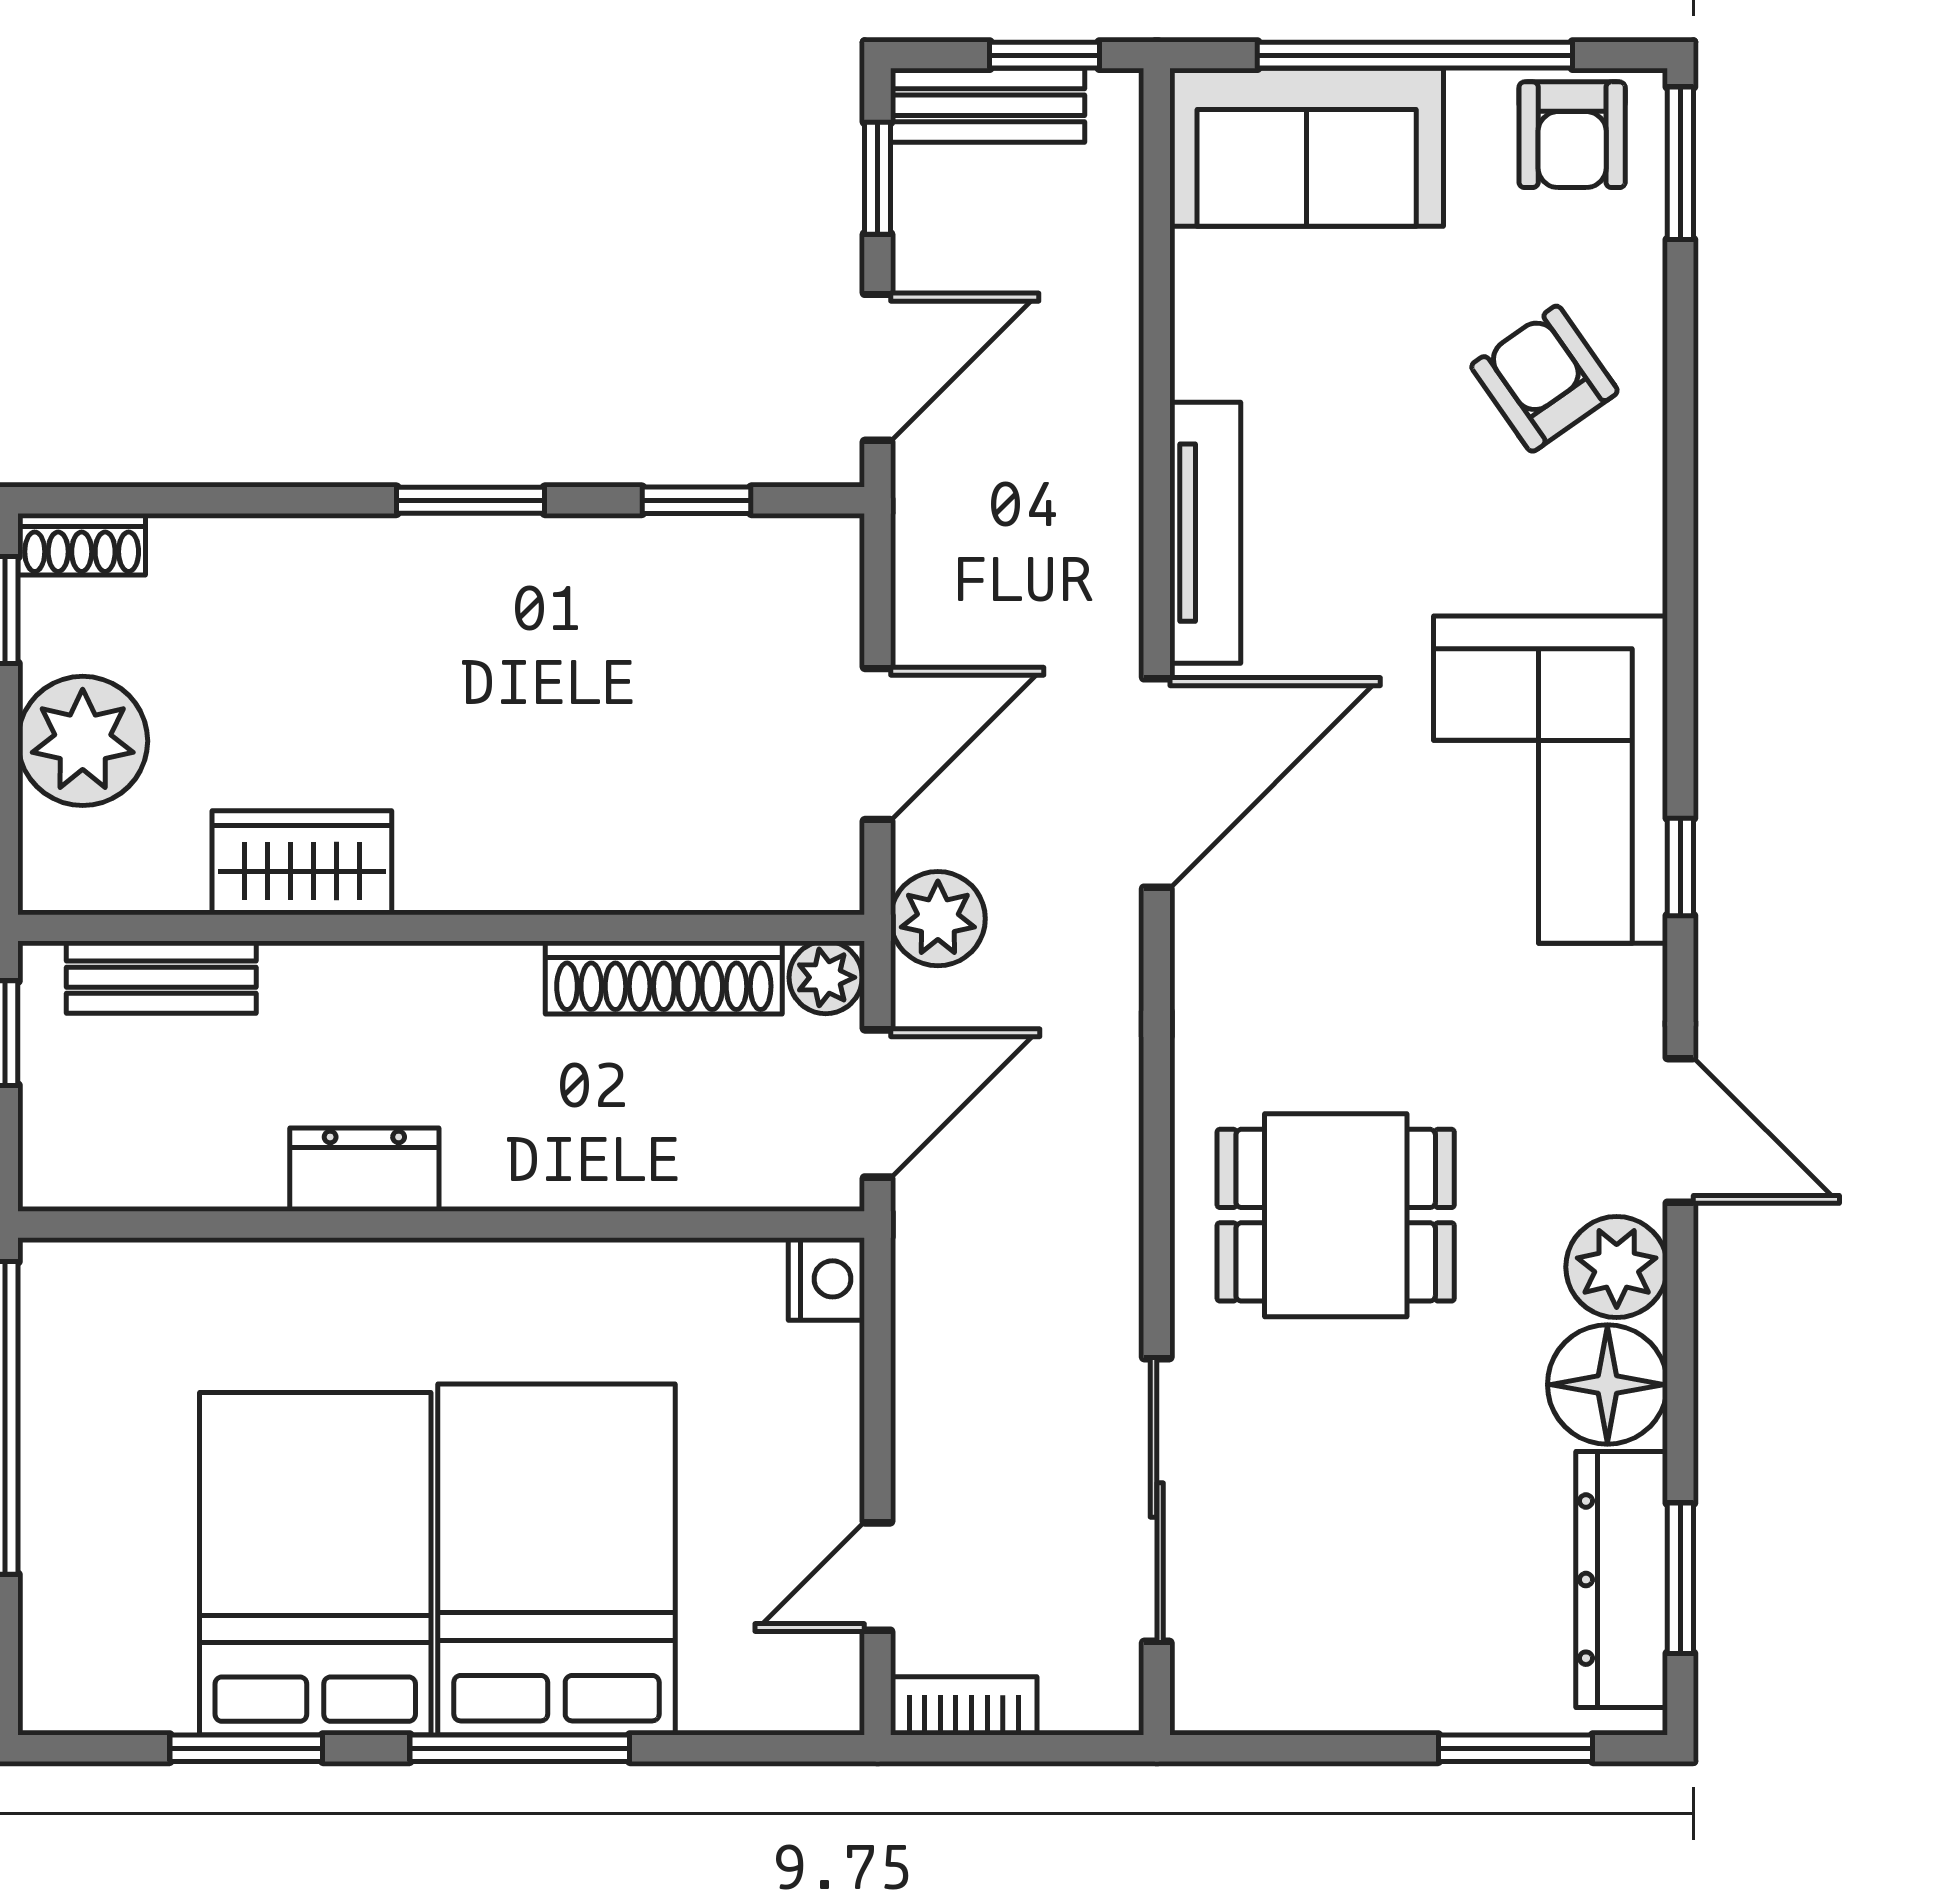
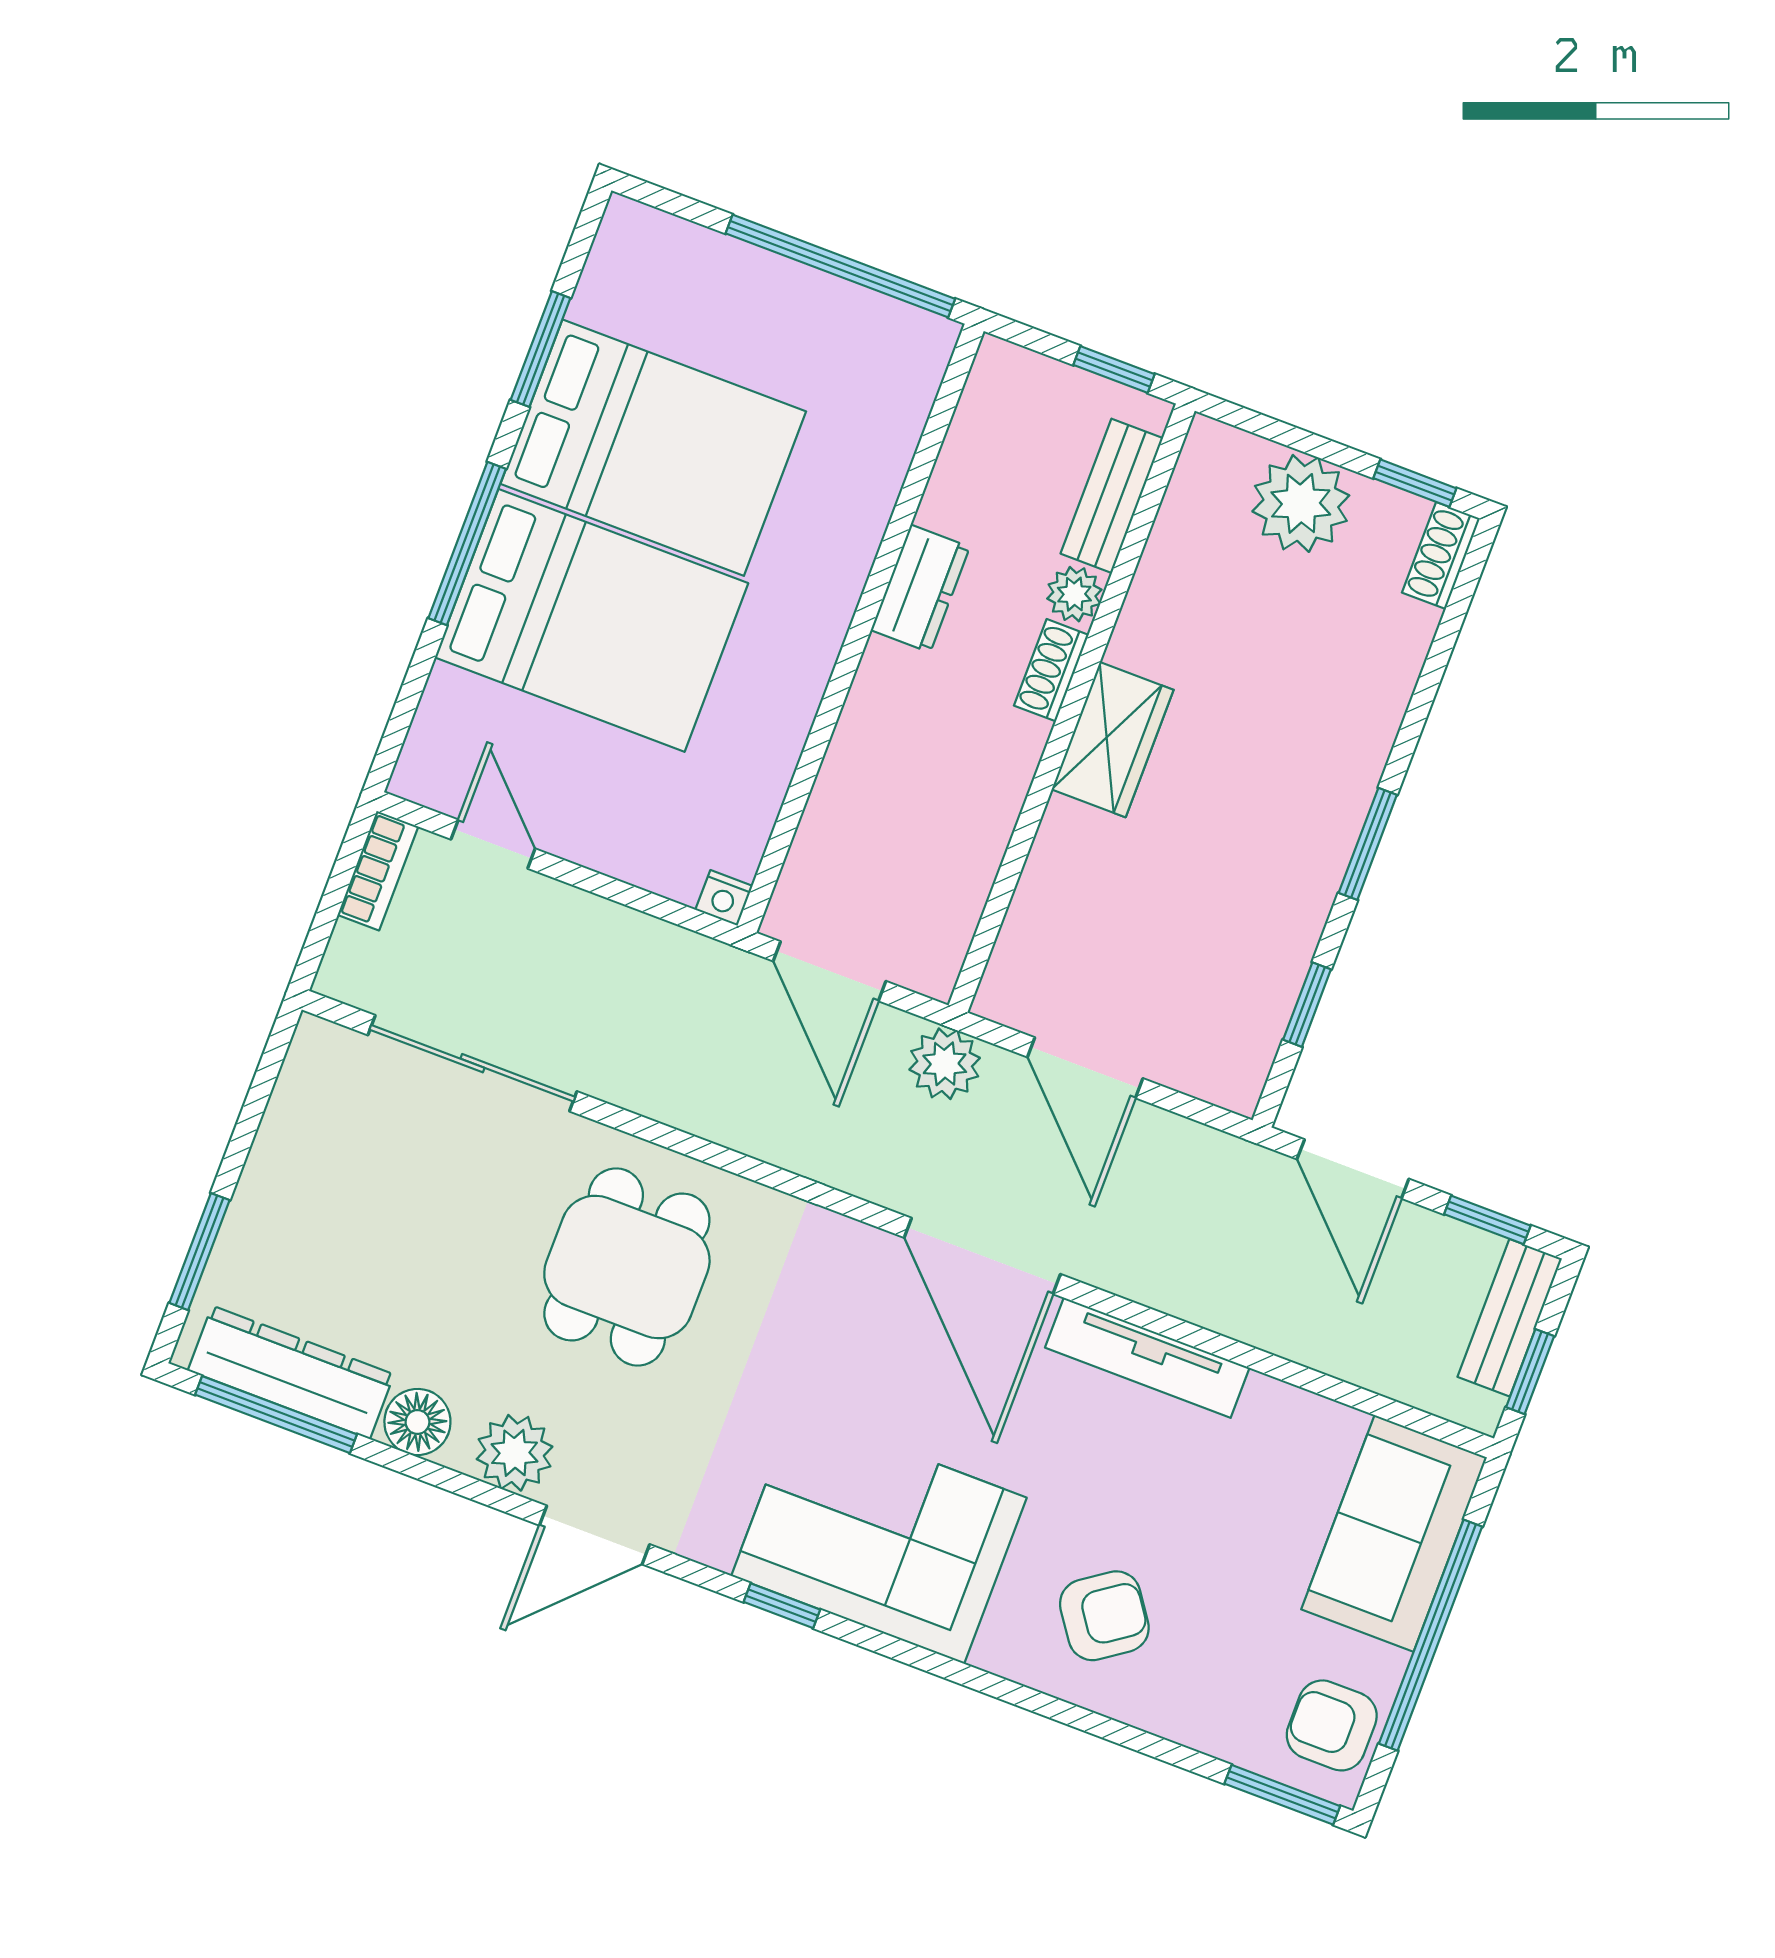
armchair: (1544, 379) -> (1104, 1616), moved
wardrobe: (302, 863) -> (1113, 740), moved
shoe rack: (664, 977) -> (1051, 670), moved, width x0.51, depth x0.81
plant: (826, 977) -> (1074, 594), moved
nightstand: (826, 1279) -> (724, 898), width x0.72, depth x0.74
floor lamp: (1607, 1385) -> (417, 1422), width x0.73, depth x0.73
window: (1680, 1578) -> (276, 1415), width x1.44

